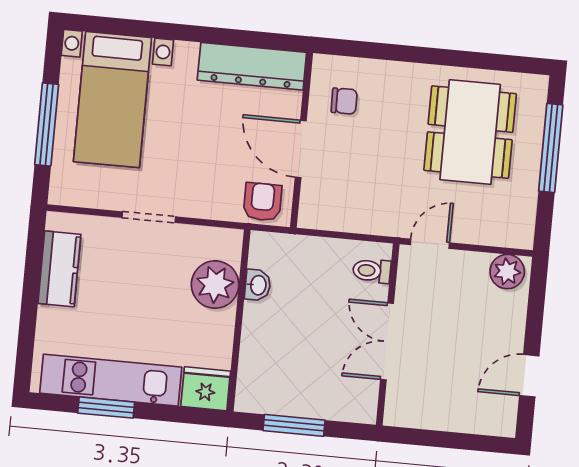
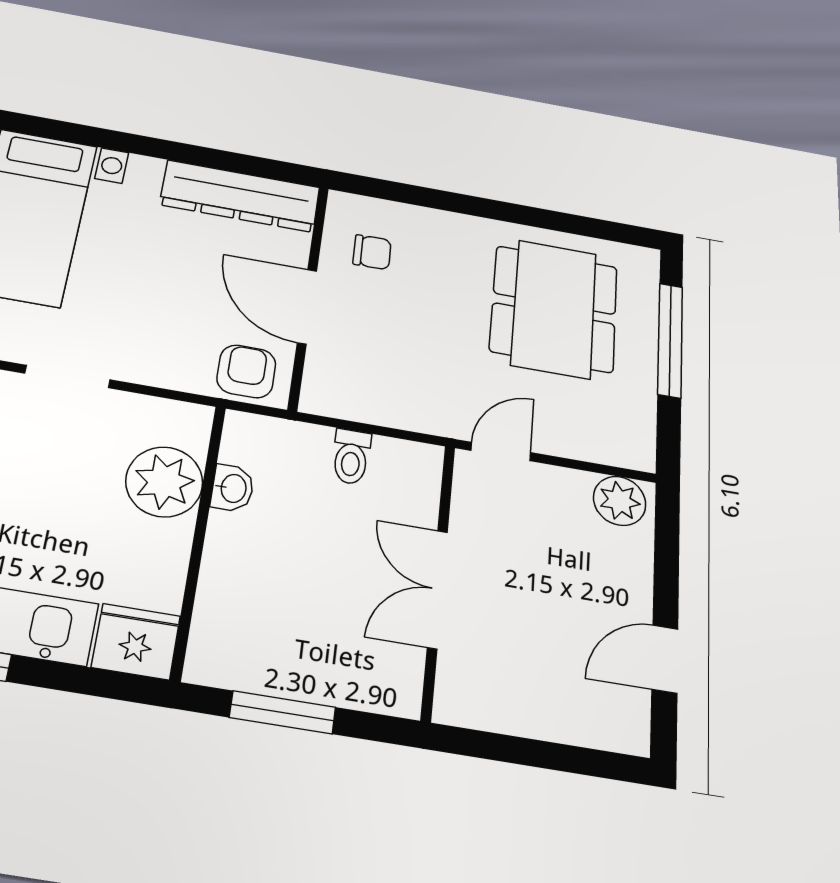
toilet: (372, 271) -> (351, 457), moved, turned -90

